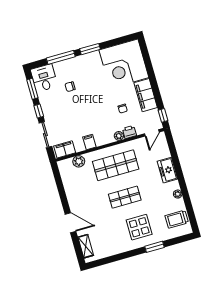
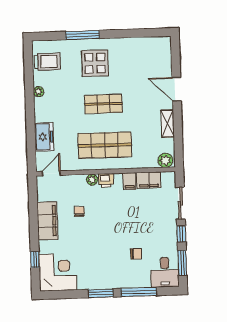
corner desk: (124, 64) -> (58, 272), width x0.74, depth x0.74
window: (163, 115) -> (35, 259), moved
printer: (129, 132) -> (106, 180), moved
filing cabinet: (65, 149) -> (149, 180), moved
plant: (79, 161) -> (165, 160), moved
freezer: (167, 170) -> (44, 137), moved
shelving: (86, 246) -> (167, 124), moved
window: (154, 247) -> (82, 35), width x1.44

